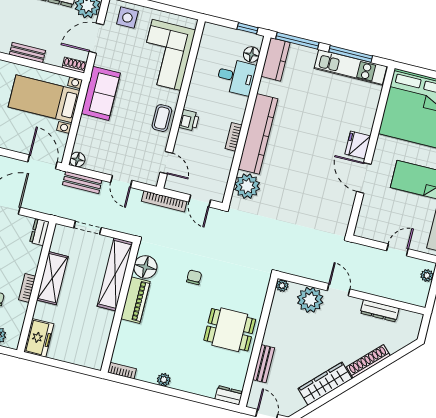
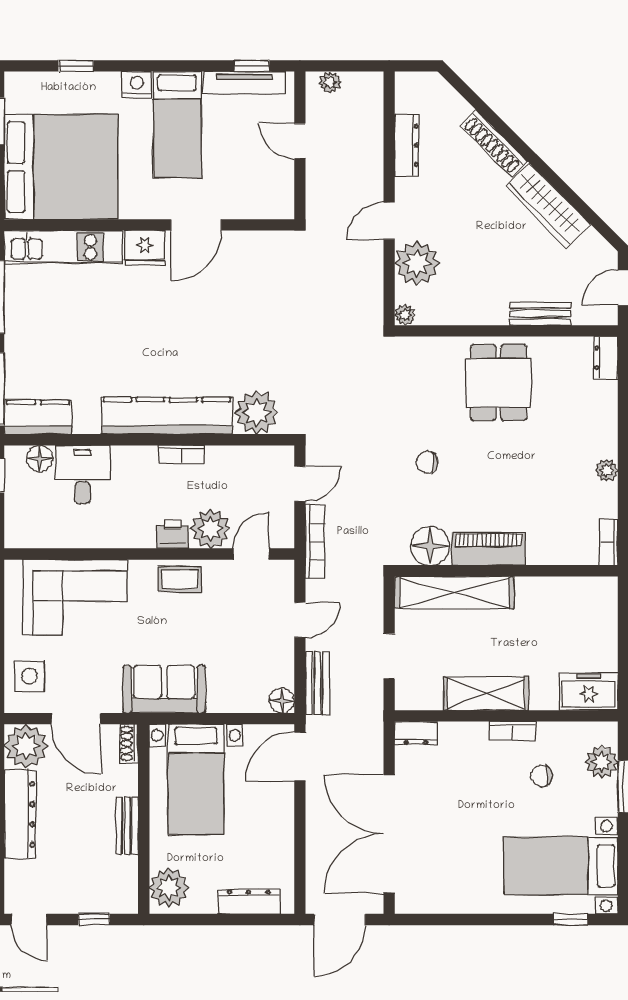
kitchen unit: (350, 67) -> (63, 247), moved, turned 90
plant: (187, 143) -> (210, 529), added

